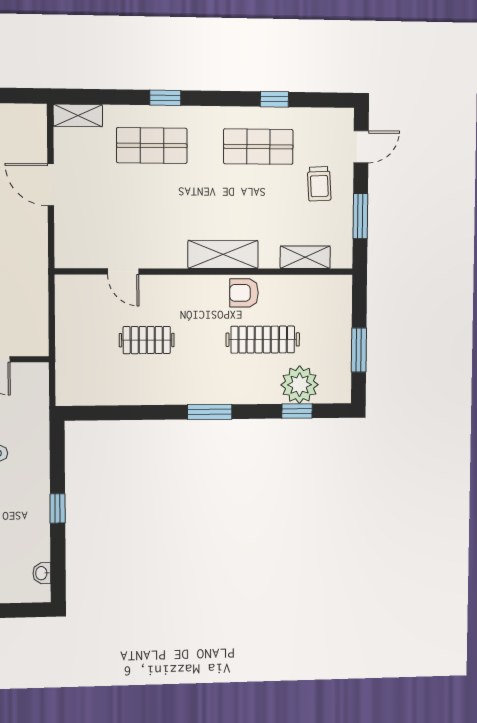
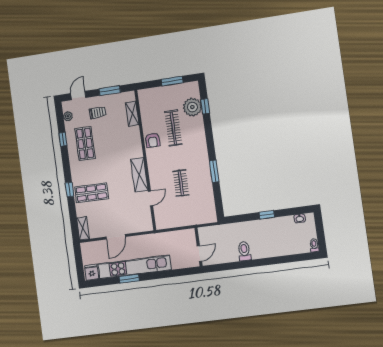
plant: (321, 118) -> (68, 116), added
shop shelf: (152, 145) -> (92, 193), turned 90
door: (361, 147) -> (78, 96), hinge flipped
shelving: (223, 254) -> (139, 175), moved
window: (210, 412) -> (214, 171), moved

